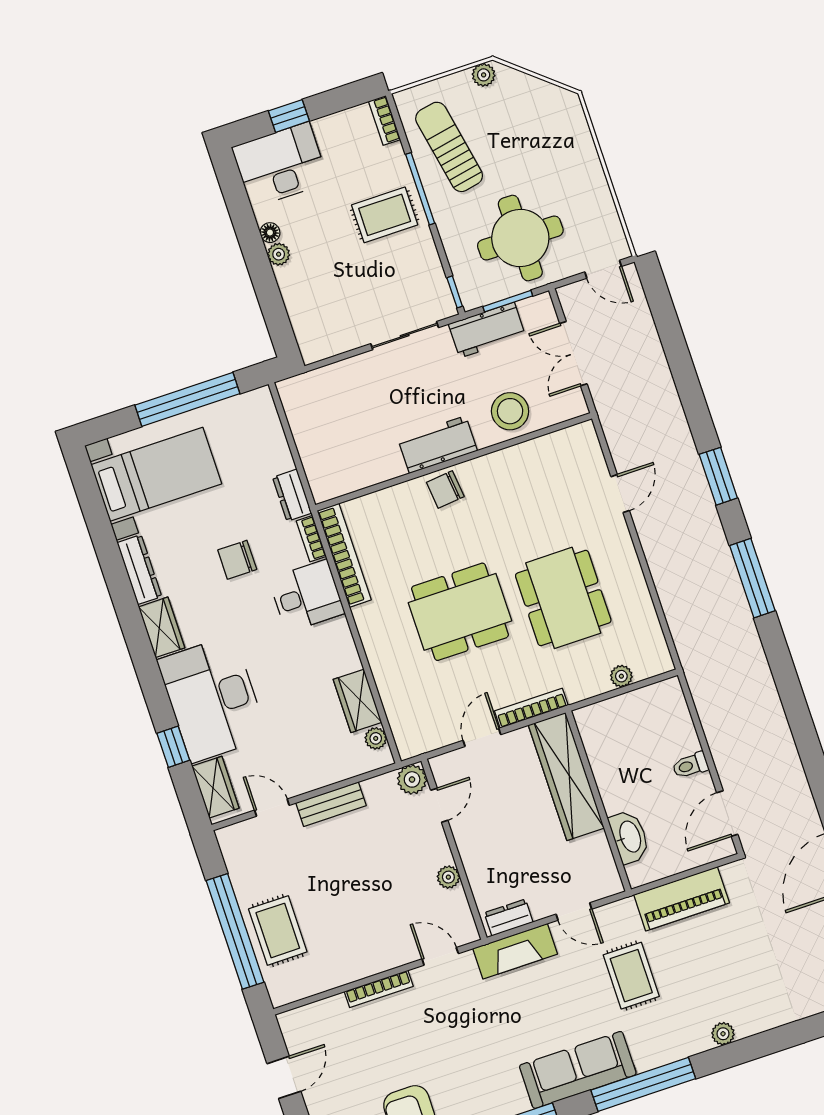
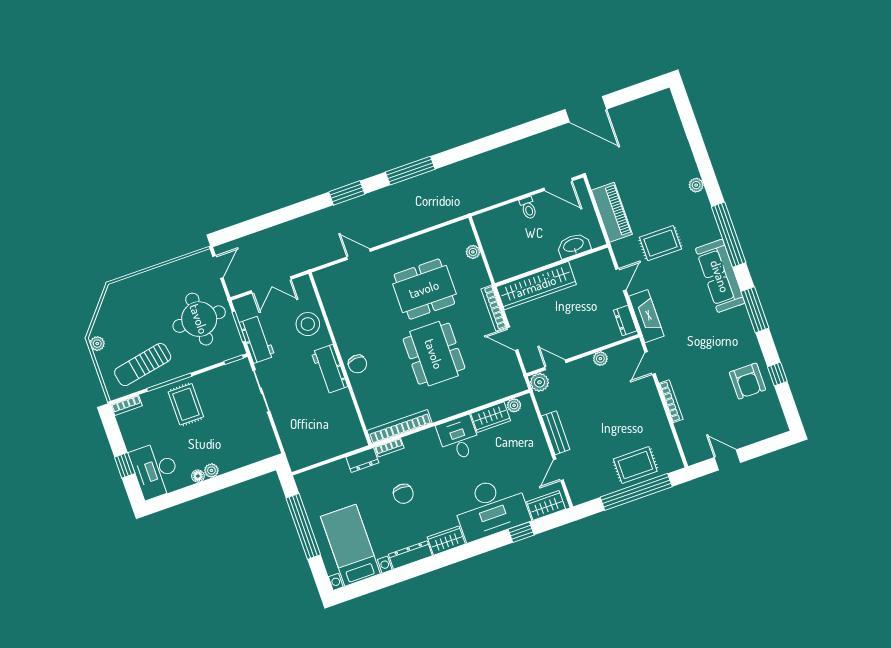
desk: (307, 596) -> (459, 438), moved

